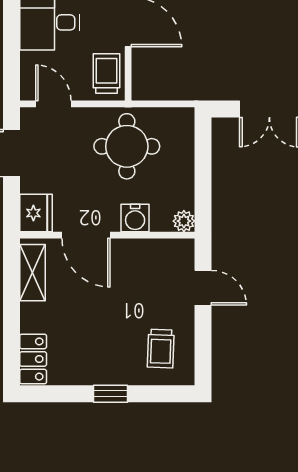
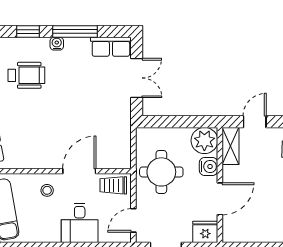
plant: (184, 221) -> (204, 140), width x1.88, depth x1.88
shelving: (32, 273) -> (231, 146), moved, turned 90

